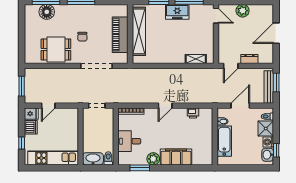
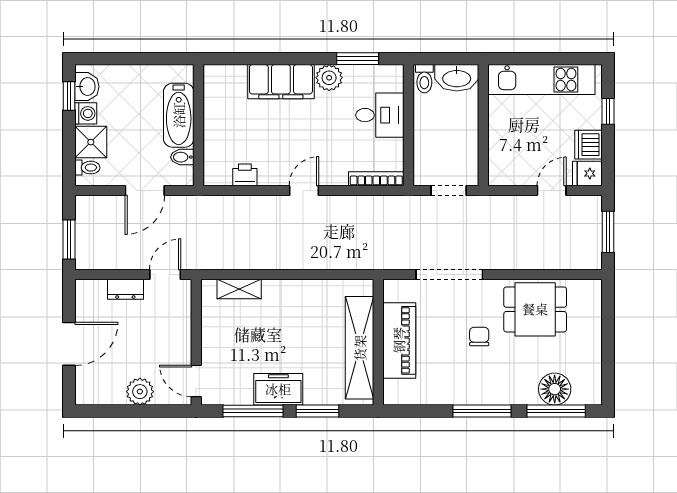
bench: (269, 87) -> (85, 230), removed

